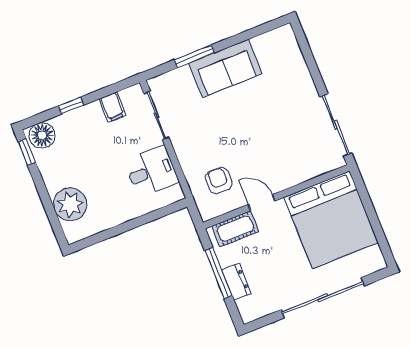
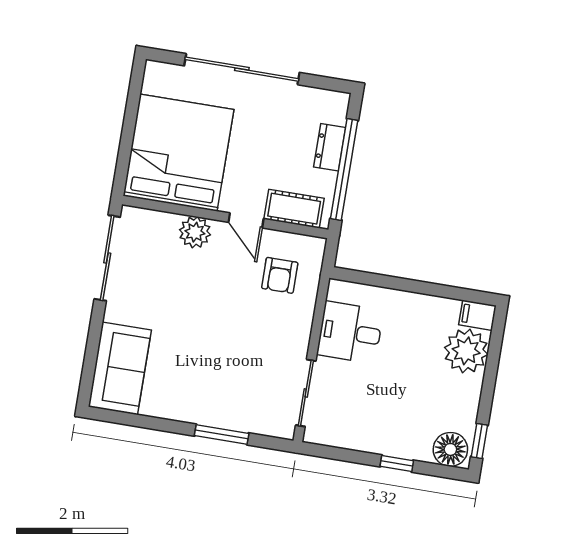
sofa: (225, 68) -> (120, 368), moved, turned 90
filing cabinet: (113, 107) -> (477, 315), moved, turned -90
plant: (290, 175) -> (195, 232), added
window: (218, 273) -> (344, 170), width x1.46

